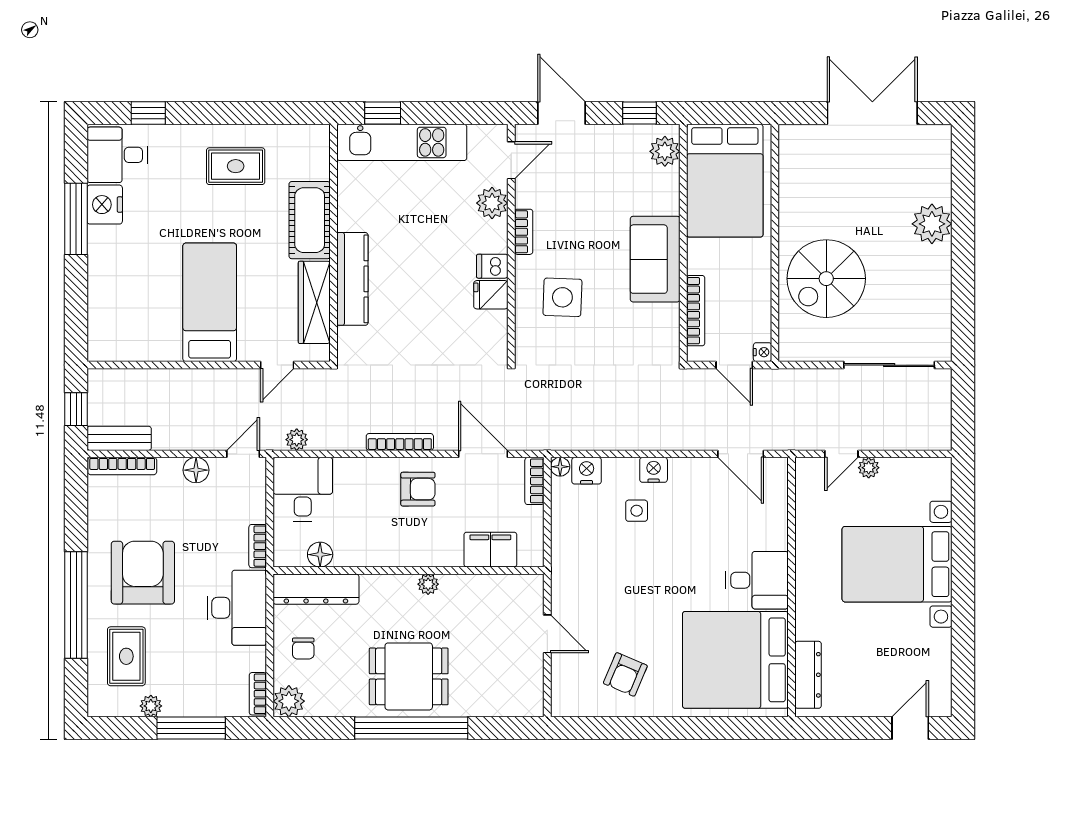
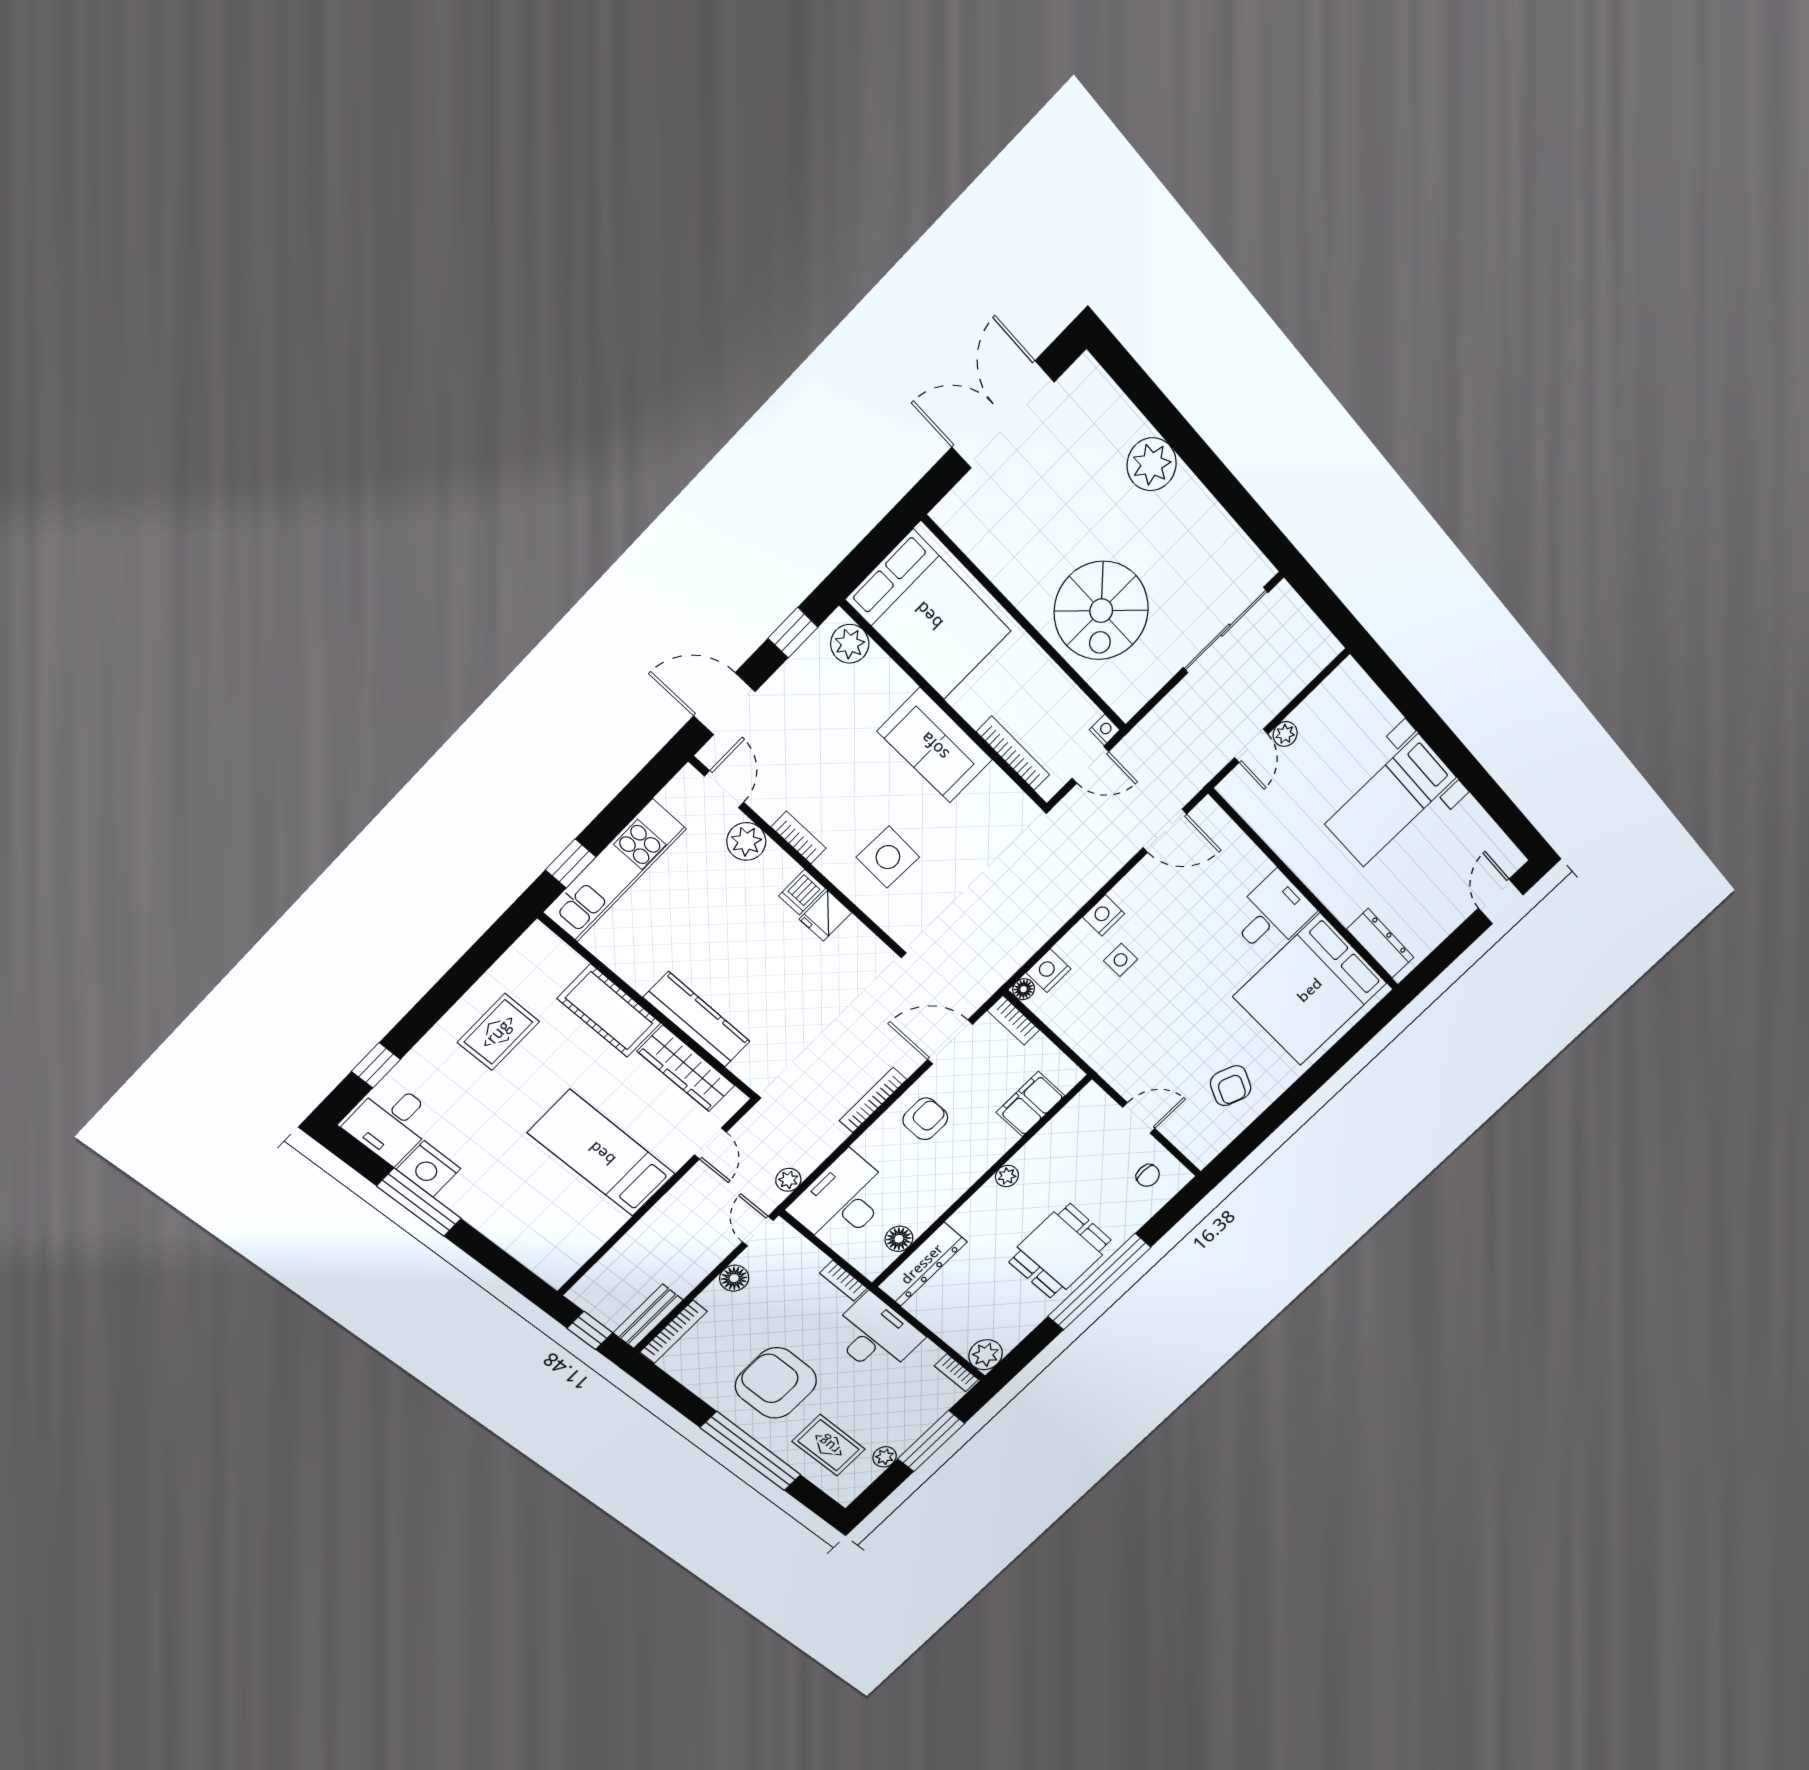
desk: (303, 489) -> (842, 1200), width x1.37
bed with nightstands: (897, 564) -> (1391, 801), width x0.73
chair: (303, 649) -> (1148, 1176), moved

